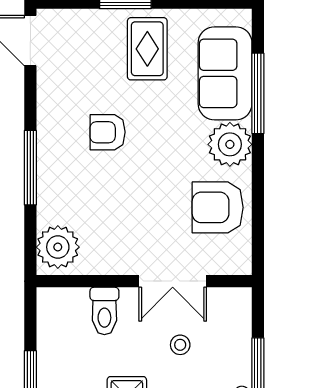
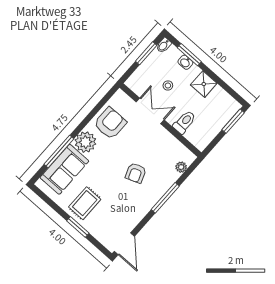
armchair: (108, 132) -> (136, 173), moved, turned 69
armchair: (218, 207) -> (110, 123), turned -90
plant: (58, 247) -> (181, 167), width x0.53, depth x0.53

